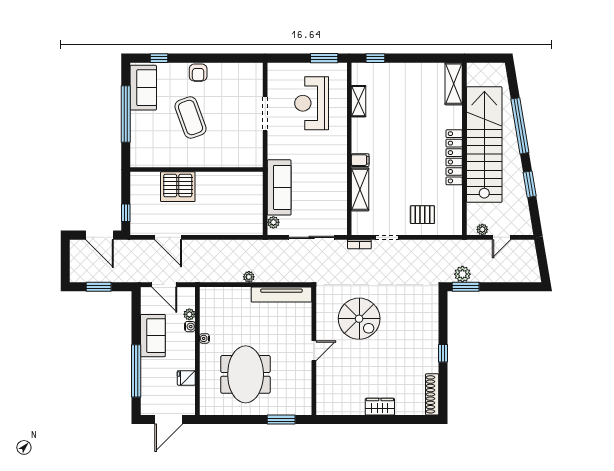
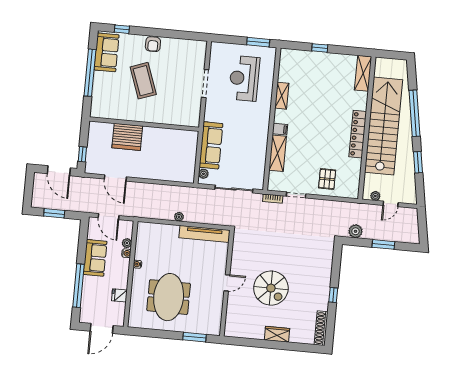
window: (375, 58) -> (320, 48), moved
shelving: (359, 101) -> (282, 96), moved
pallet: (422, 215) -> (327, 179), turned 90
window: (466, 287) -> (383, 244), moved
spiral stairs: (359, 319) -> (271, 288), moved

